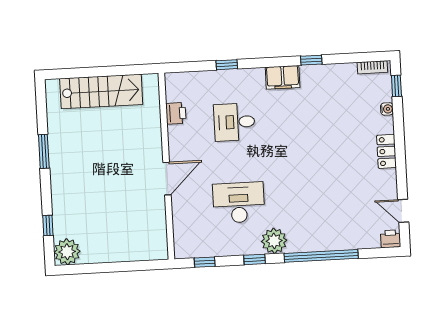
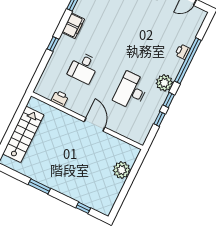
window: (227, 65) -> (53, 44), moved
printer: (391, 239) -> (183, 52), moved
plant: (67, 252) -> (122, 170), moved
window: (205, 262) -> (160, 119), moved

